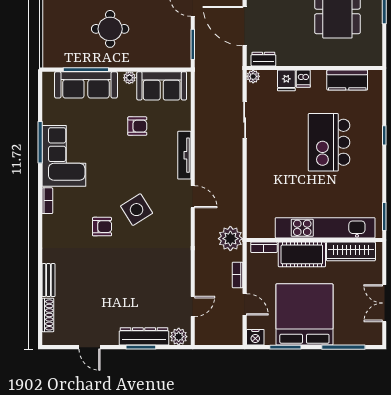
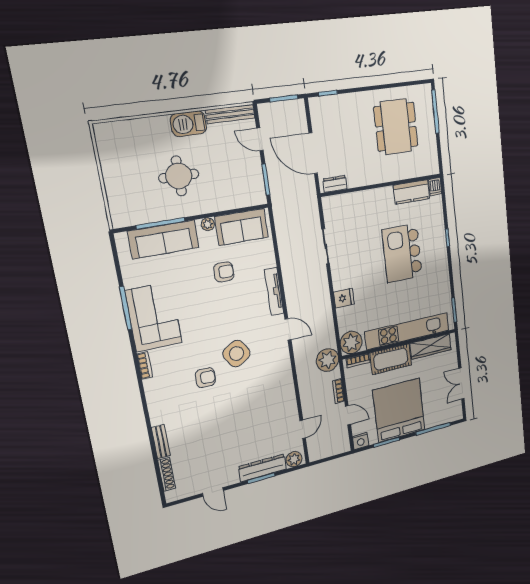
plant: (253, 76) -> (351, 342), moved, width x1.88, depth x1.88
dishwasher: (303, 79) -> (435, 187), moved
fridge: (286, 80) -> (344, 298), moved, turned -90

